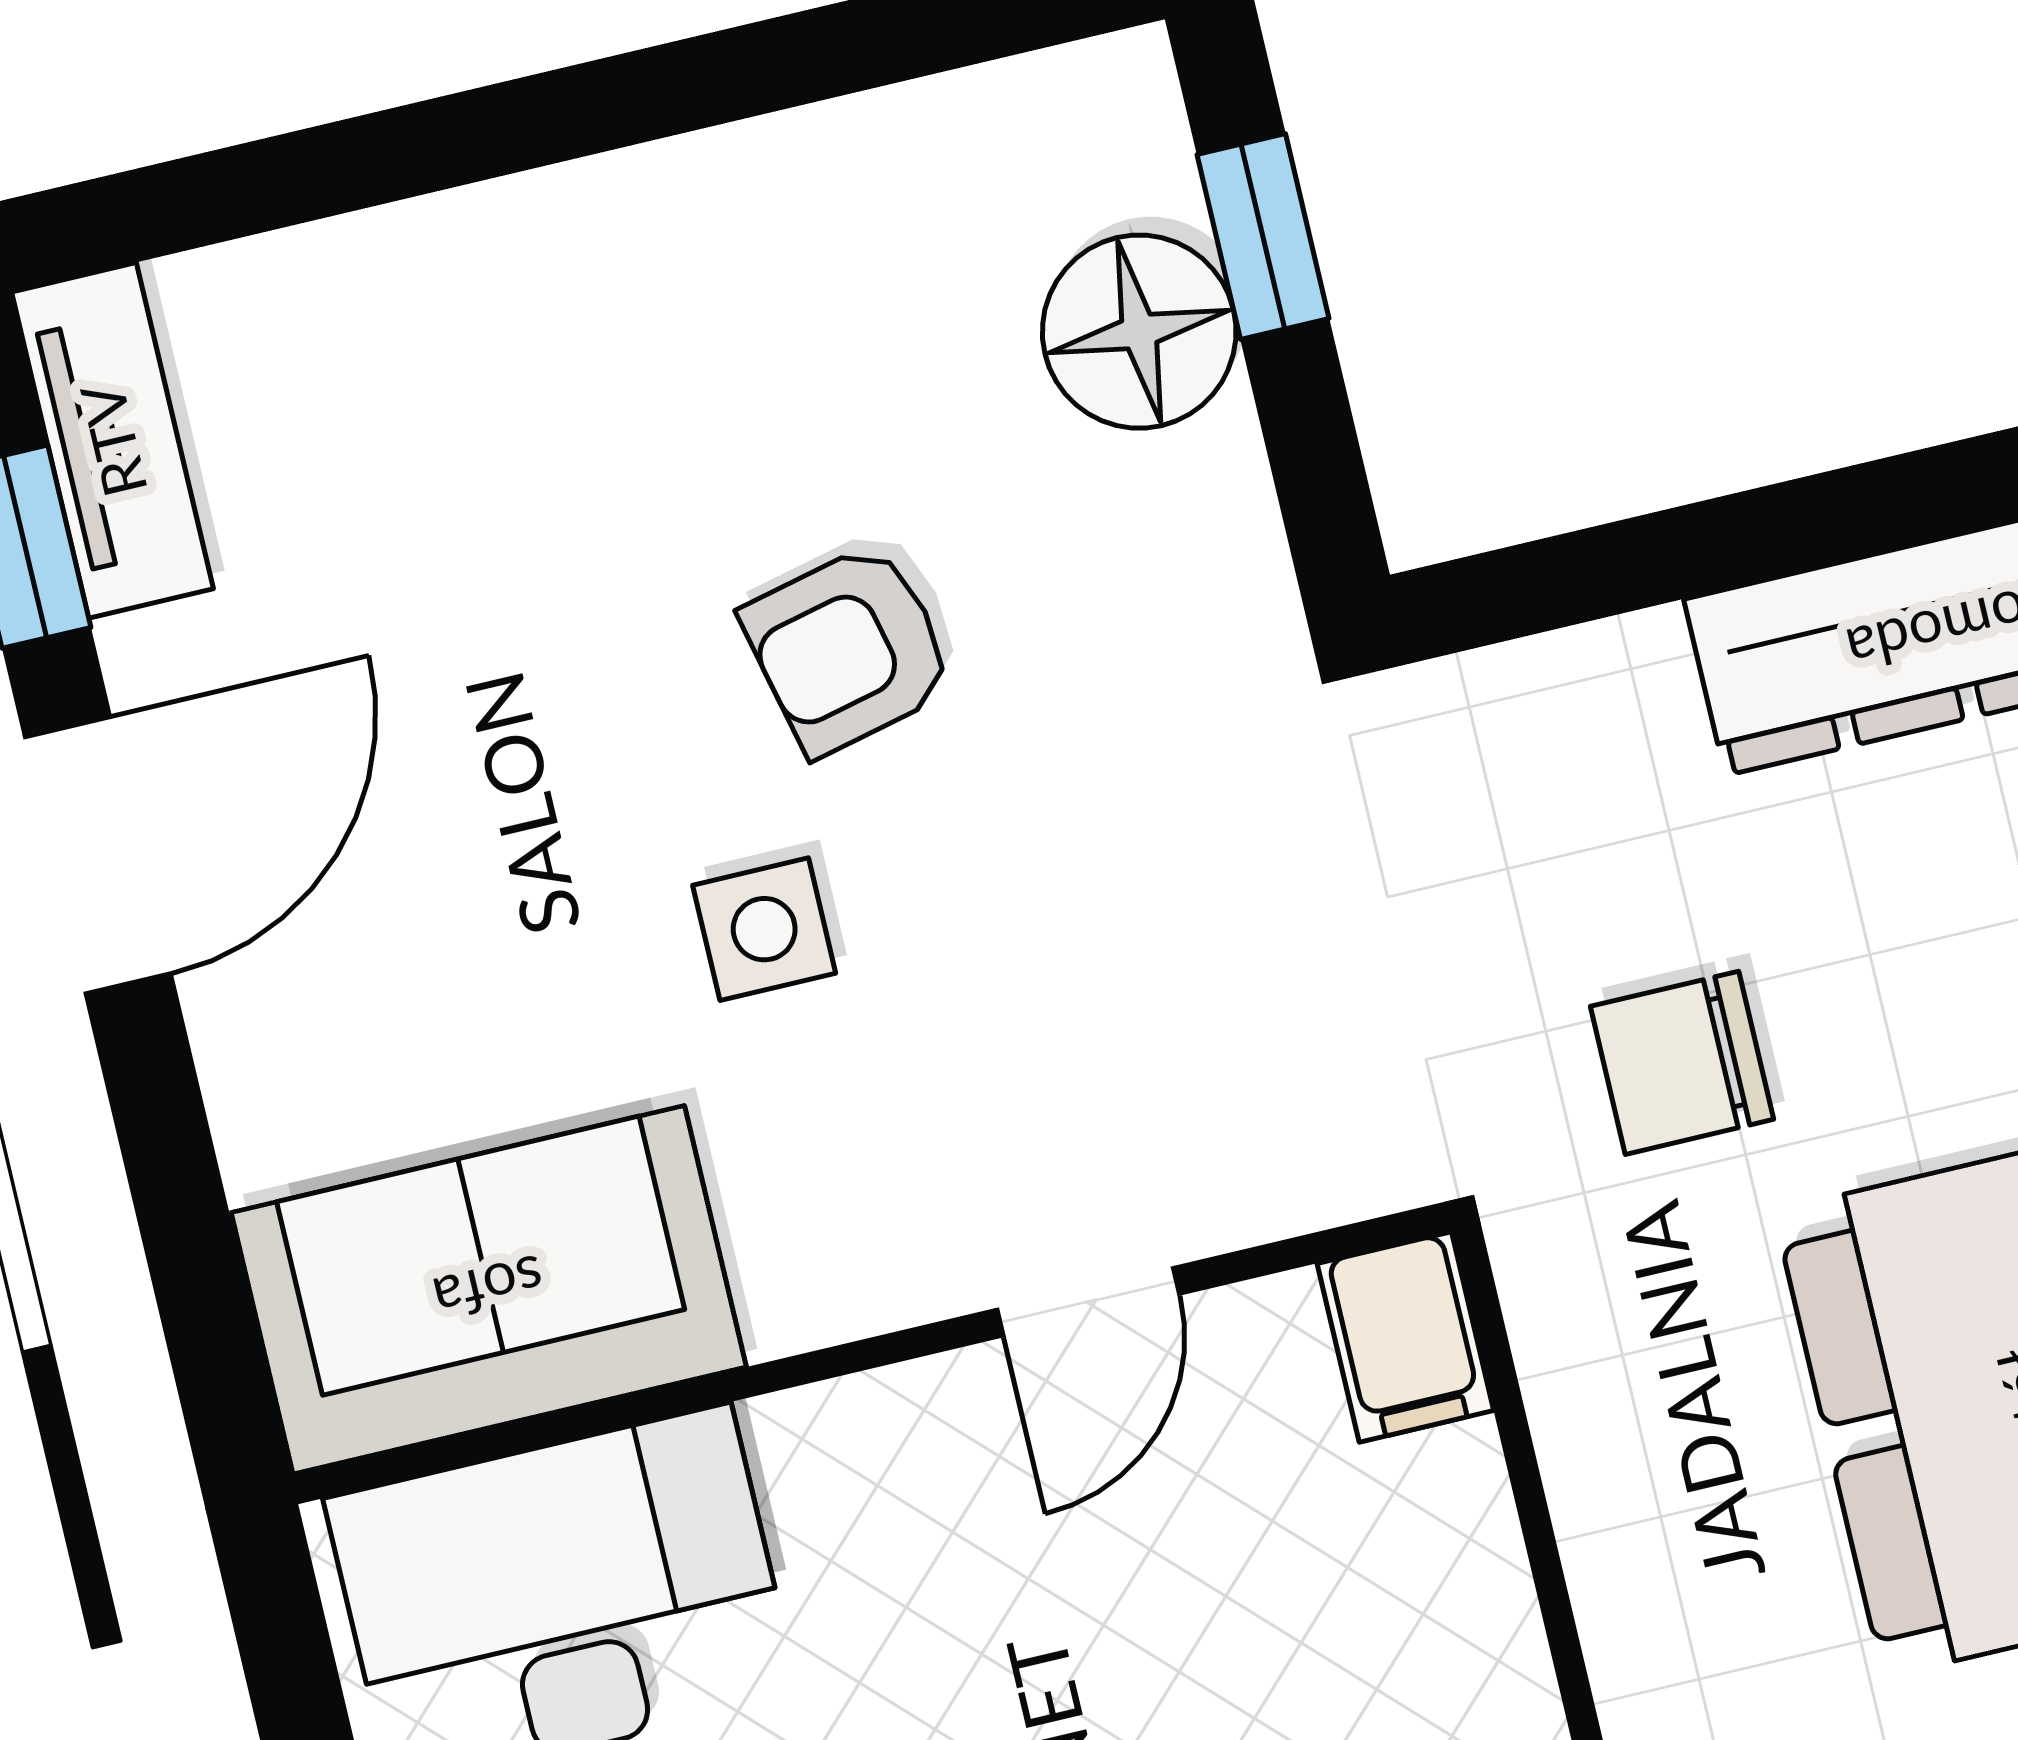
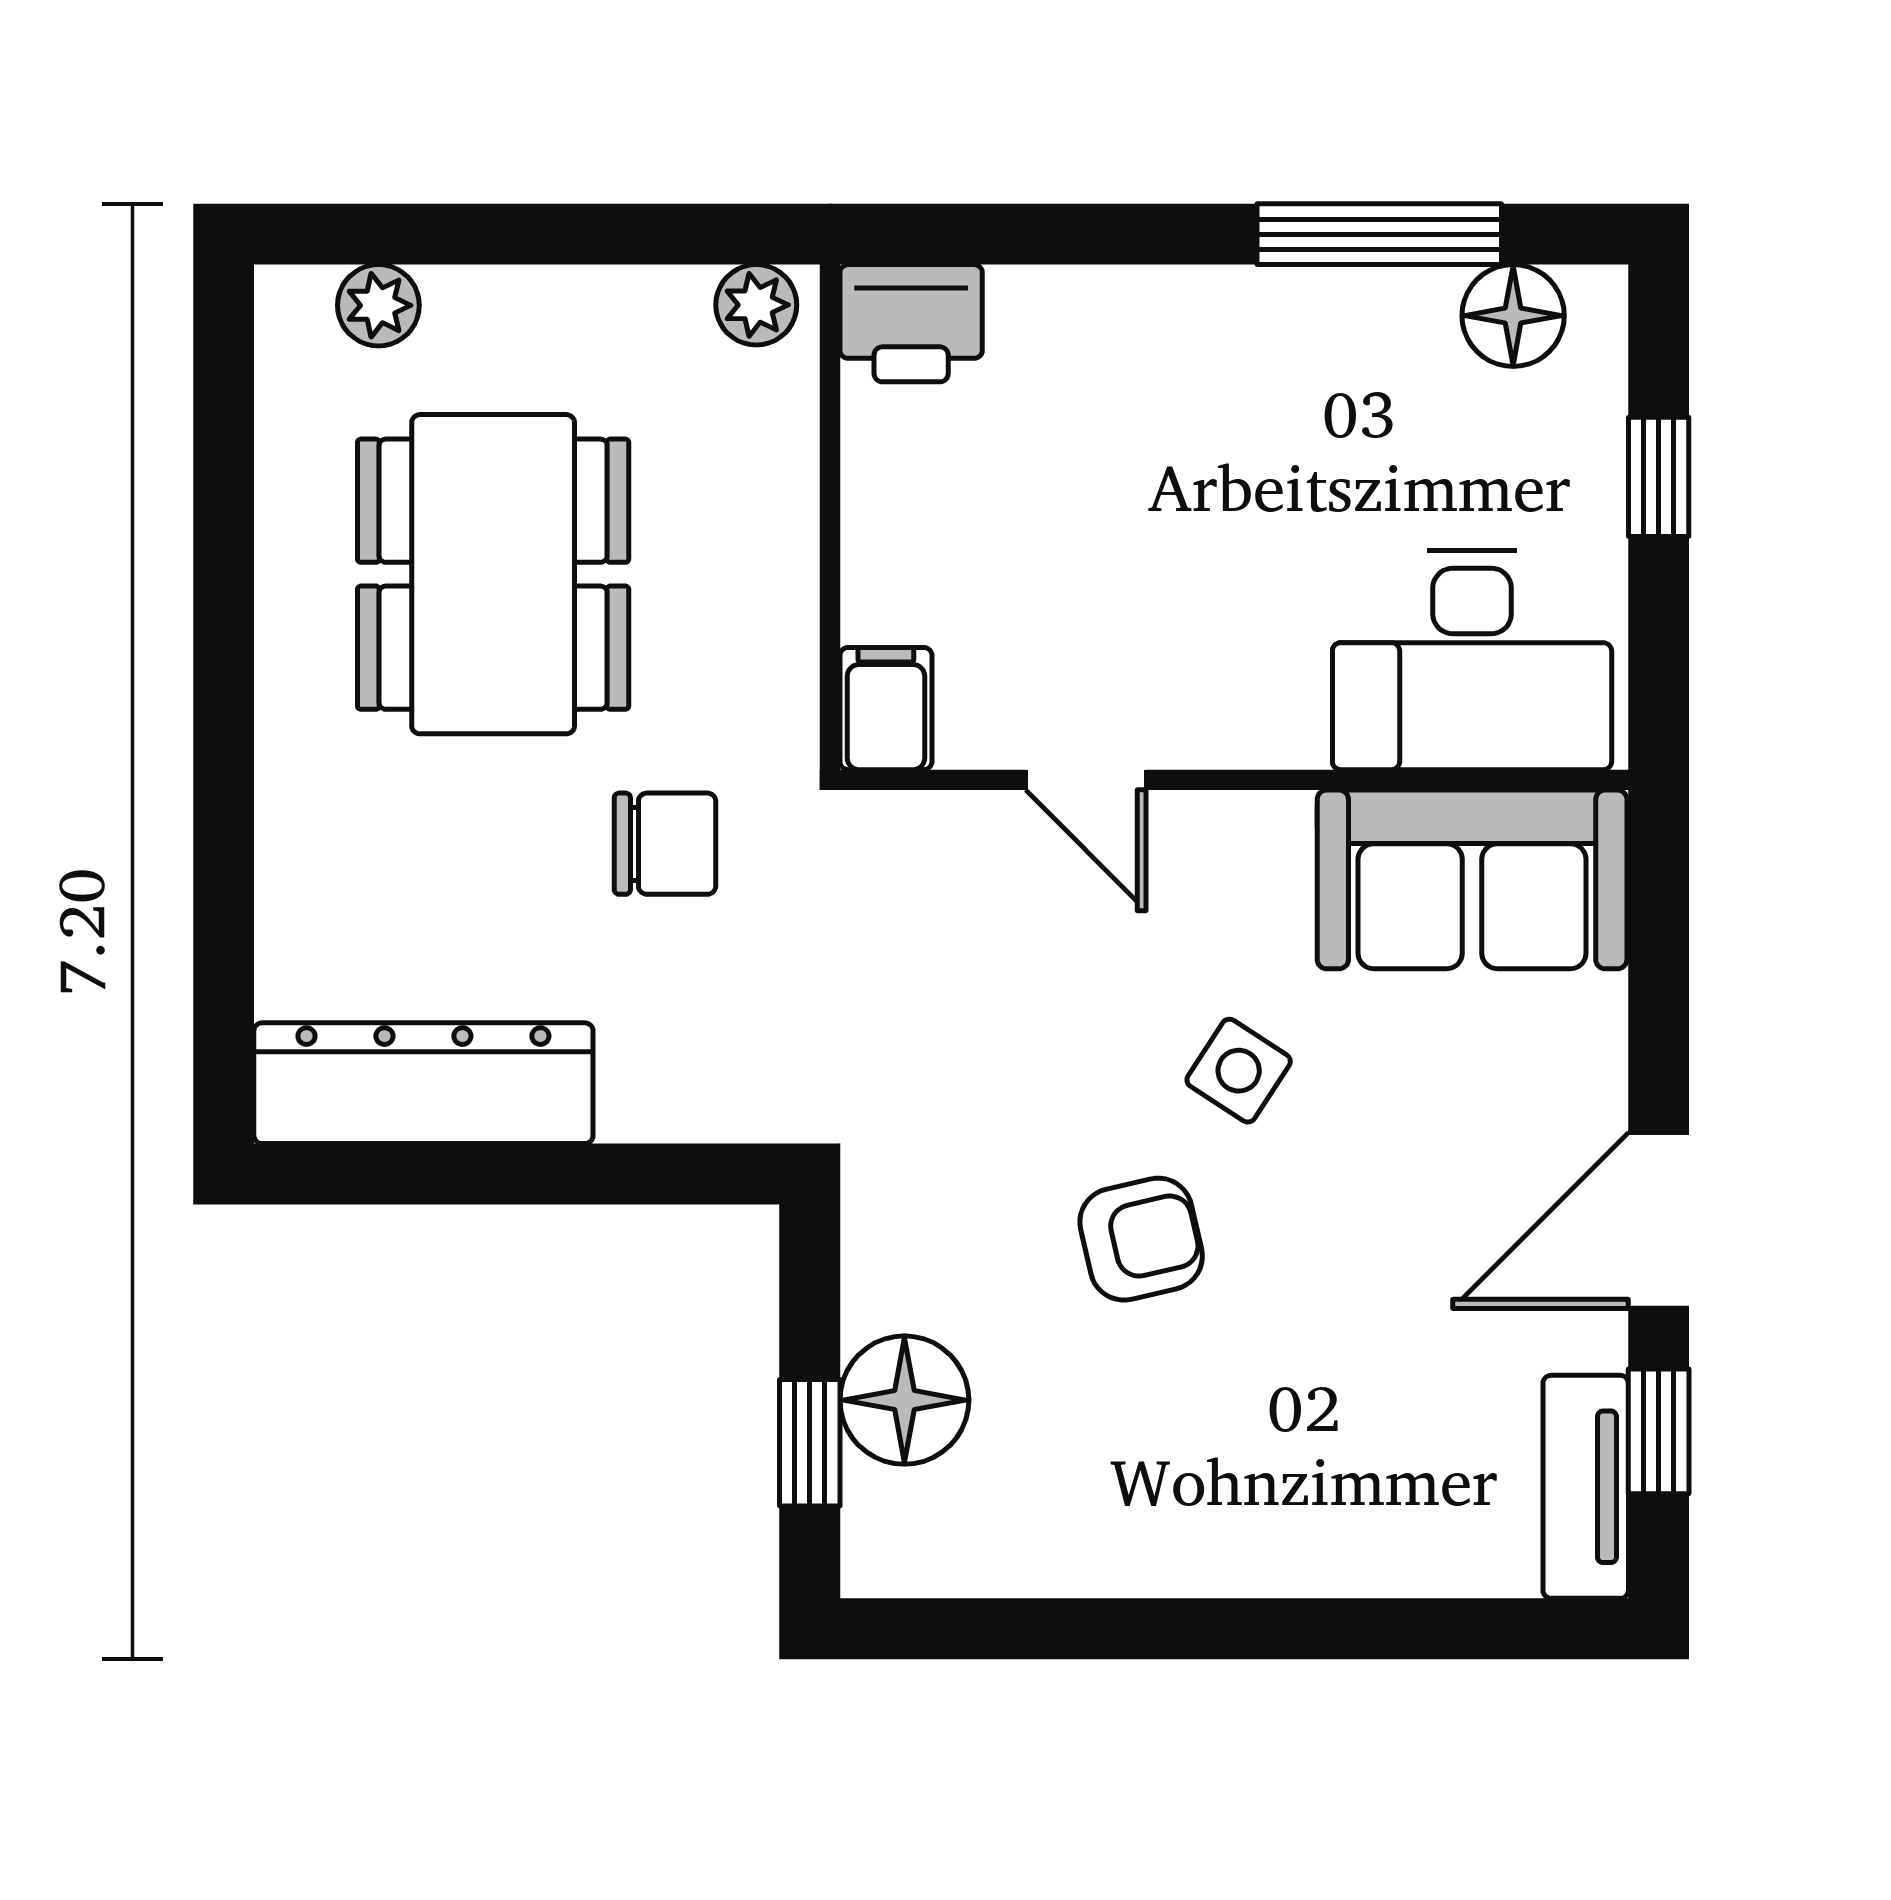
side table: (764, 929) -> (1239, 1071), turned 33
door: (1088, 1302) -> (1086, 780), swing flipped

